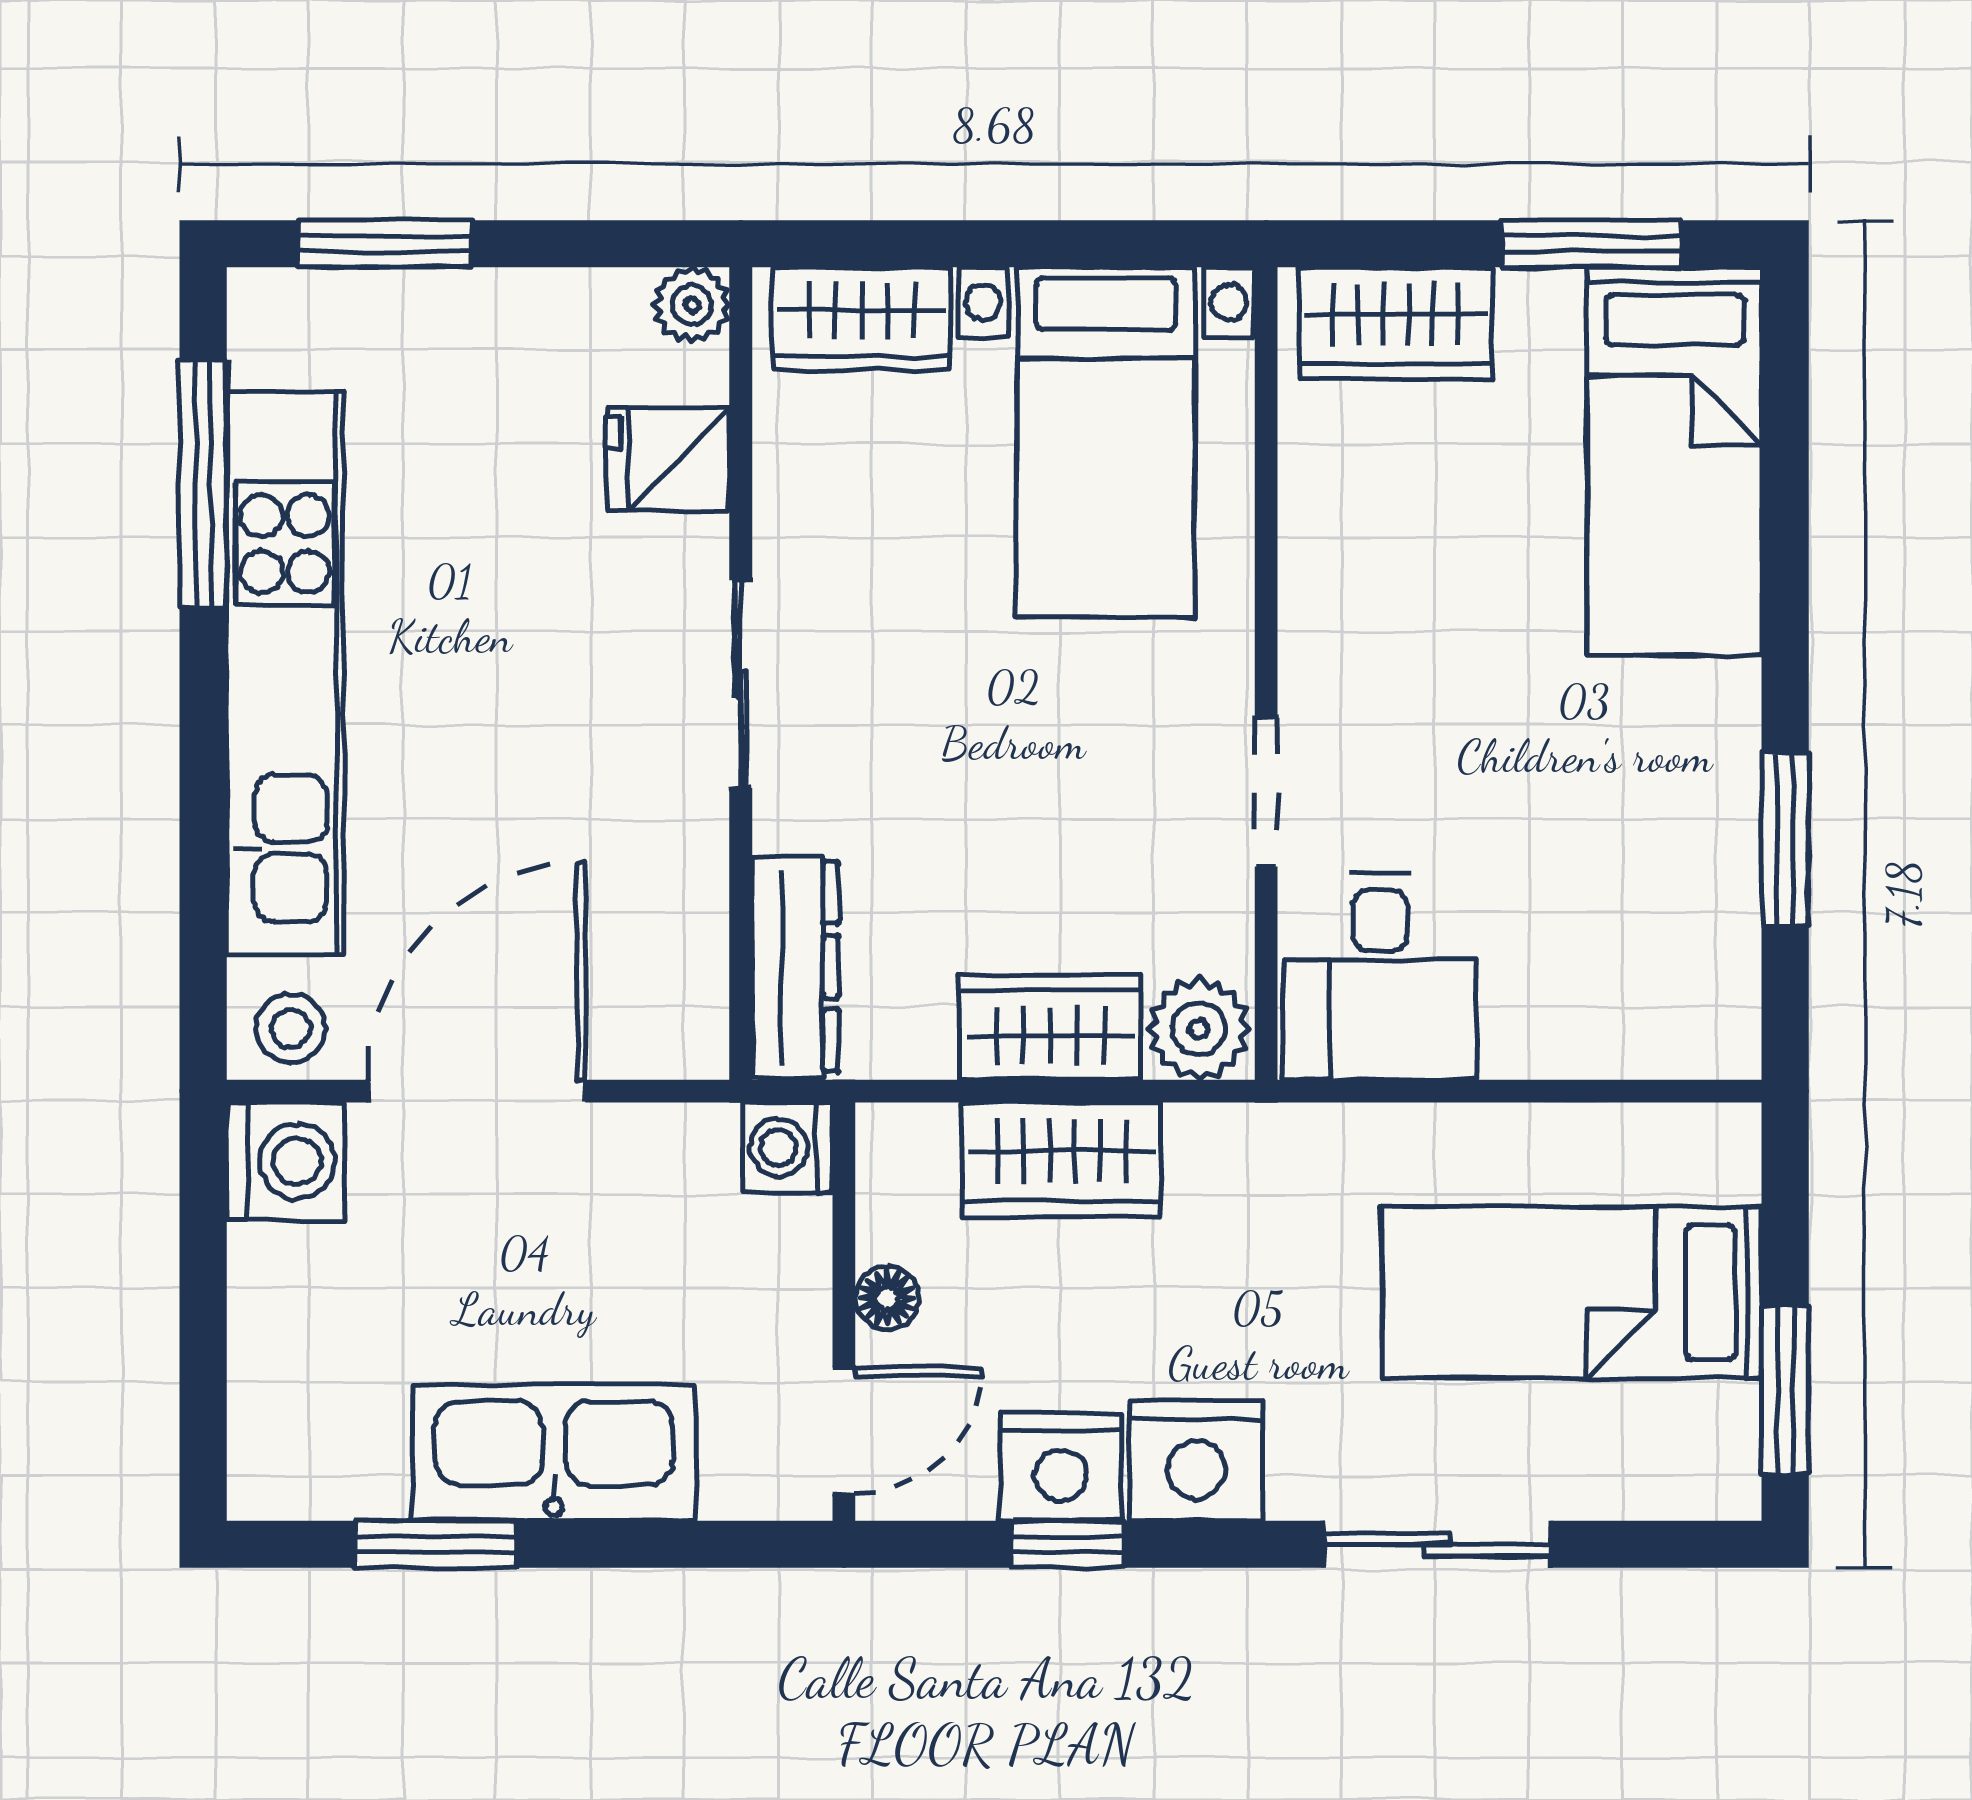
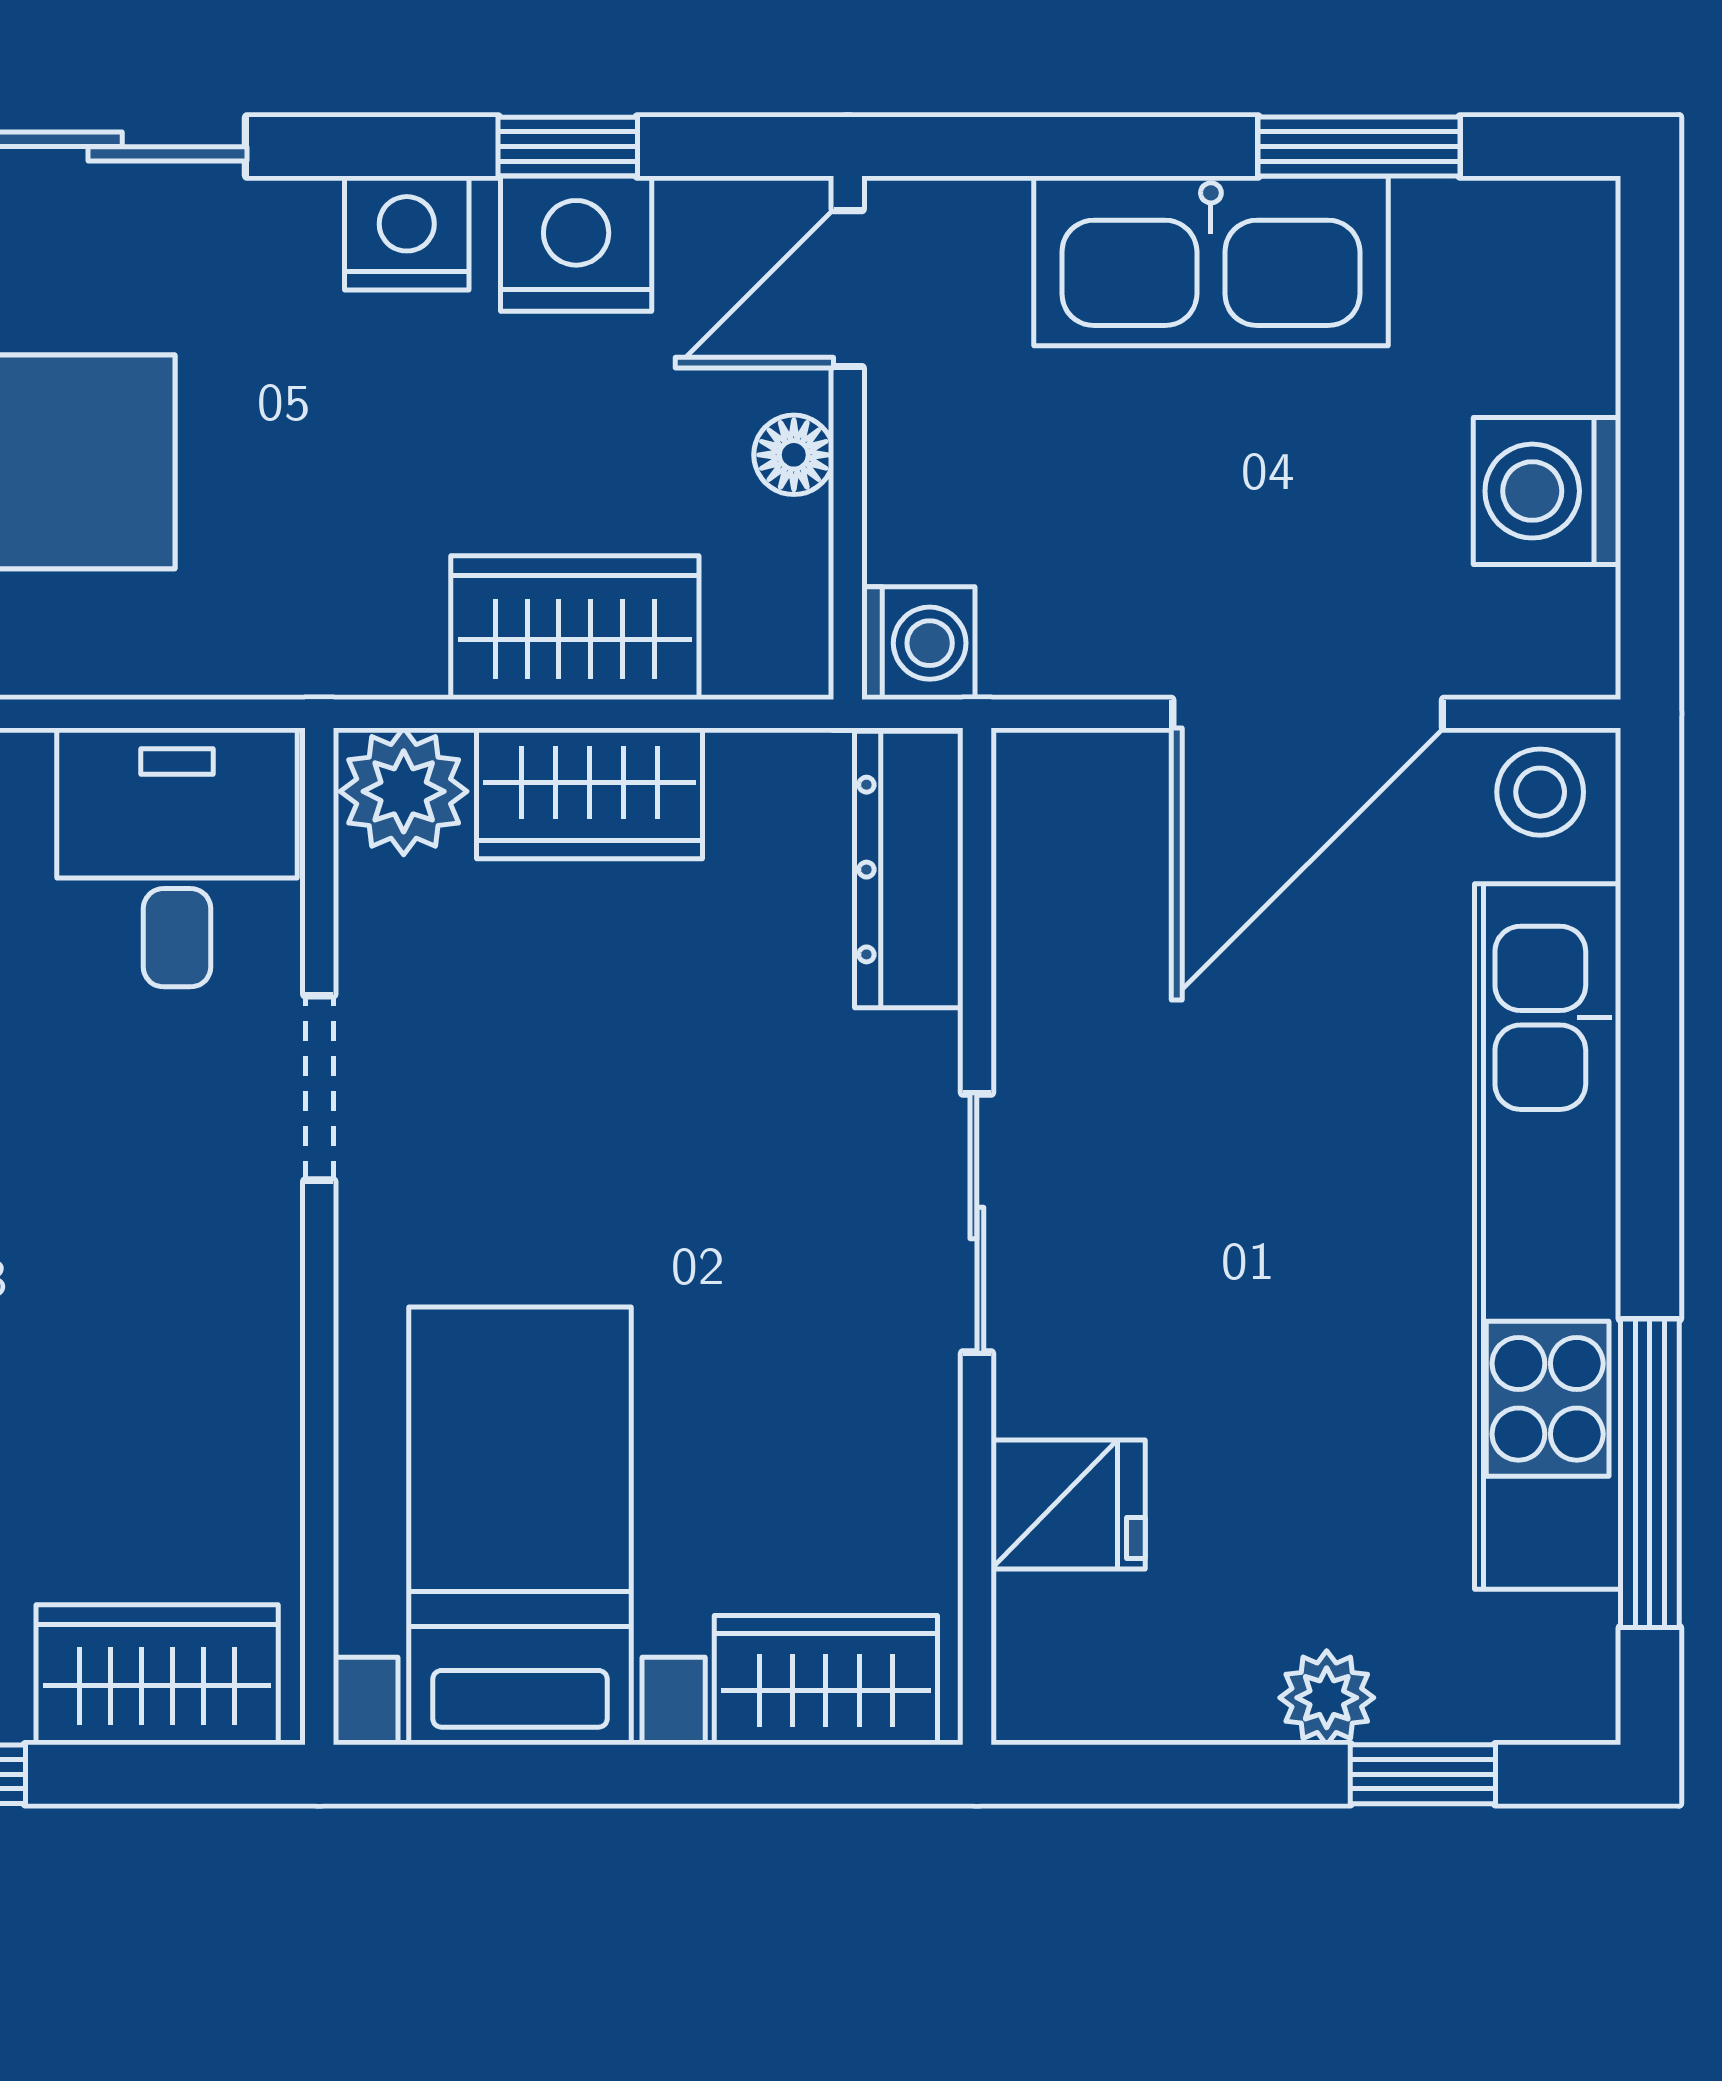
window: (384, 244) -> (1423, 1774), width x0.67
plant: (692, 305) -> (1327, 1698), moved
washing machine: (285, 1161) -> (1547, 491), moved
nightstand: (1196, 1460) -> (407, 233), width x0.74, depth x0.75

